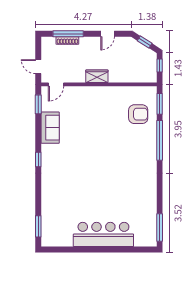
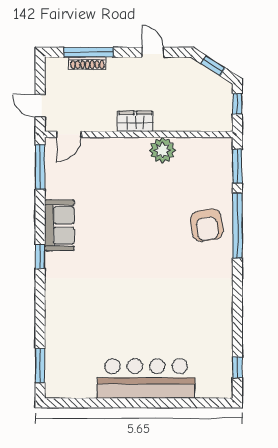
door: (108, 34) -> (153, 52), swing flipped
plant: (113, 94) -> (162, 150), added
window: (38, 104) -> (40, 167), width x1.44
armchair: (138, 114) -> (207, 225), moved, turned 81
sofa: (50, 128) -> (59, 225), moved
window: (160, 228) -> (237, 367), width x0.46

